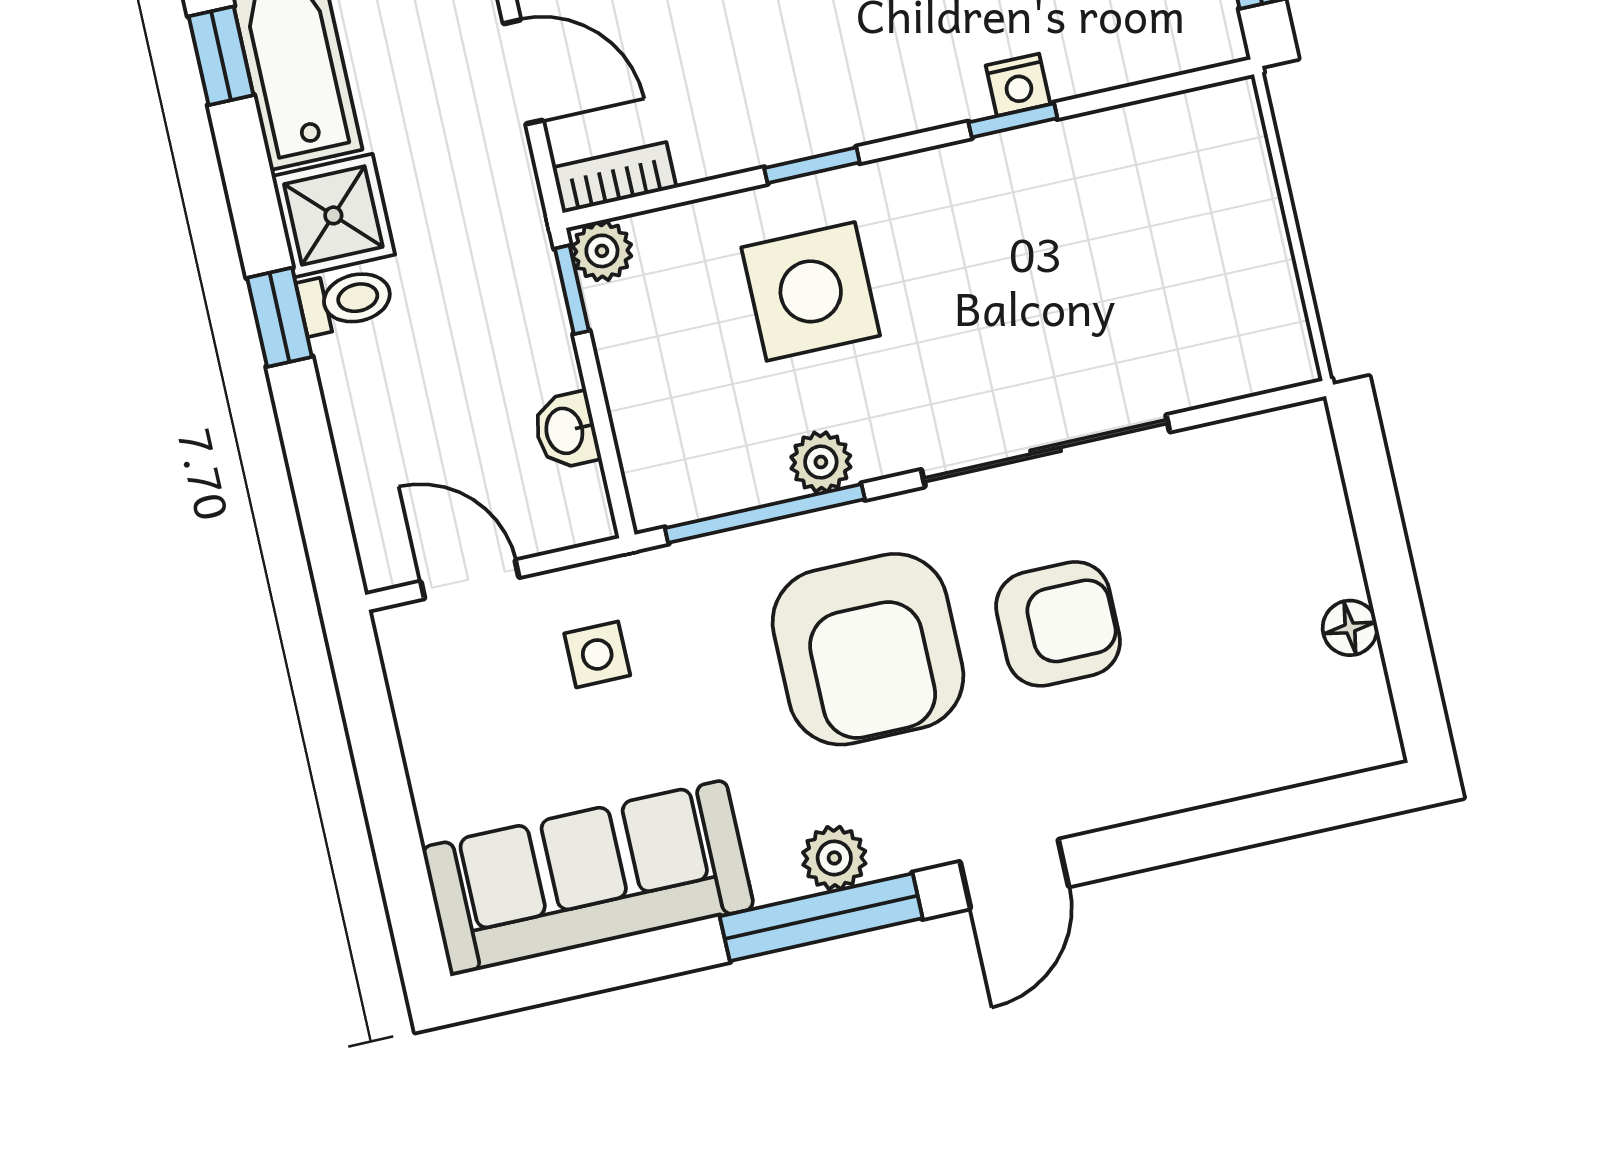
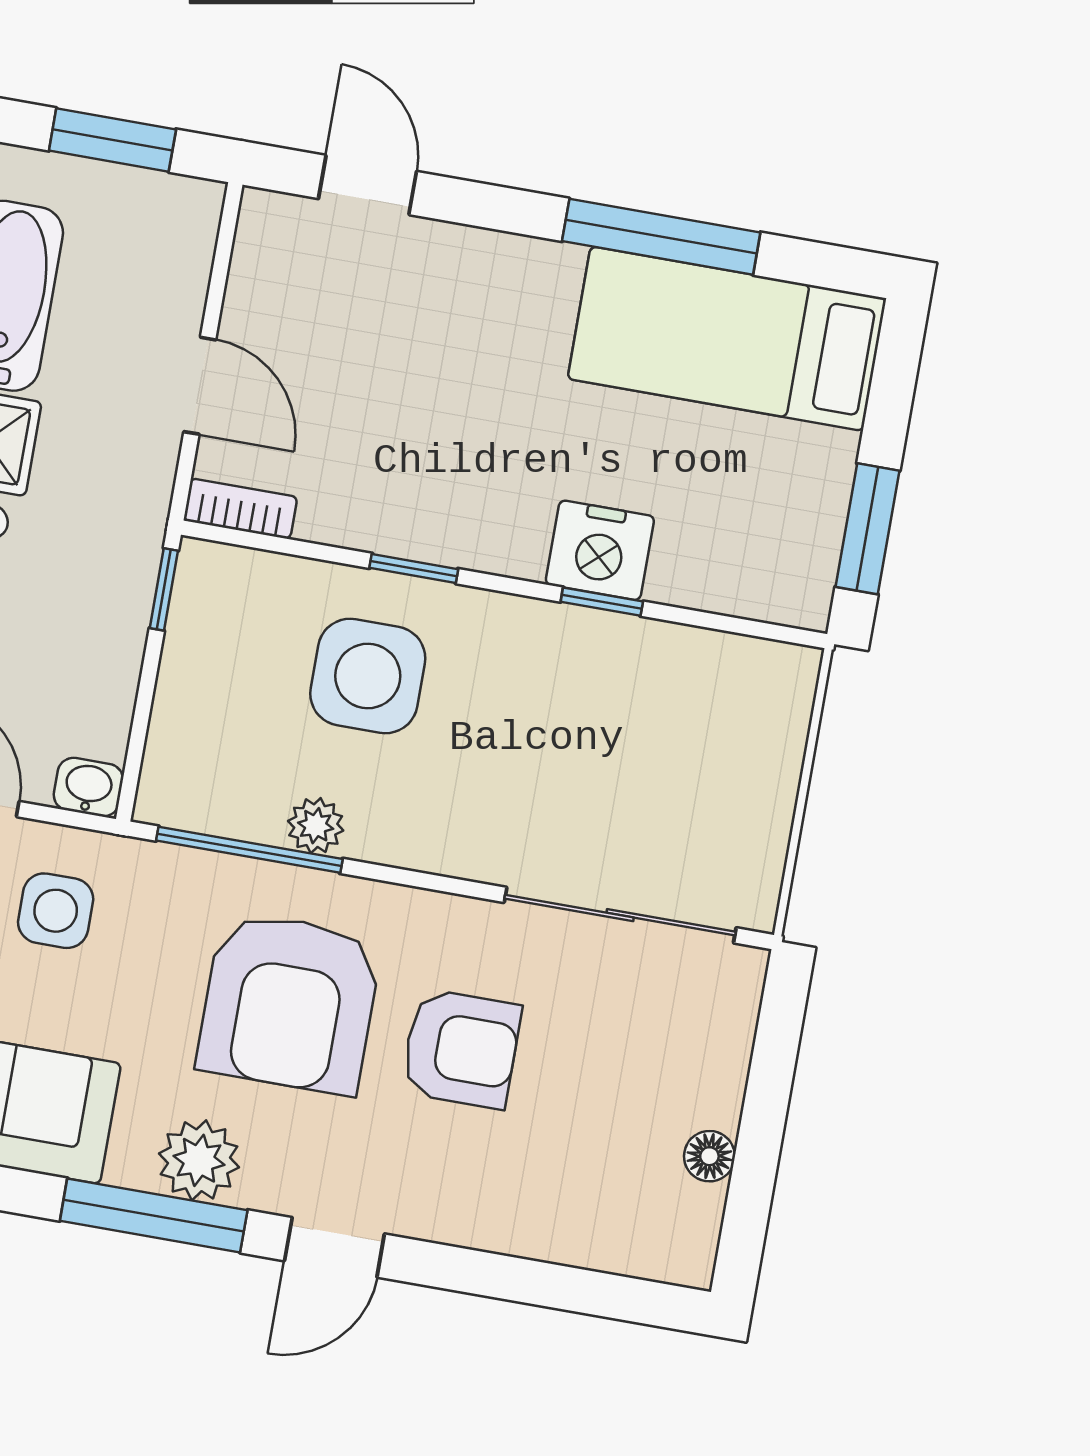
nightstand: (1018, 85) -> (600, 550), width x1.89, depth x1.79
plant: (602, 251) -> (203, 567), removed
washbasin: (566, 431) -> (88, 787), moved, turned 90
sliding door: (1046, 451) -> (620, 915), moved
side table: (597, 654) -> (56, 911), width x1.37, depth x1.37
plant: (834, 858) -> (199, 1160), width x1.38, depth x1.38

